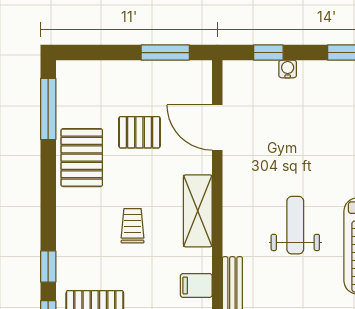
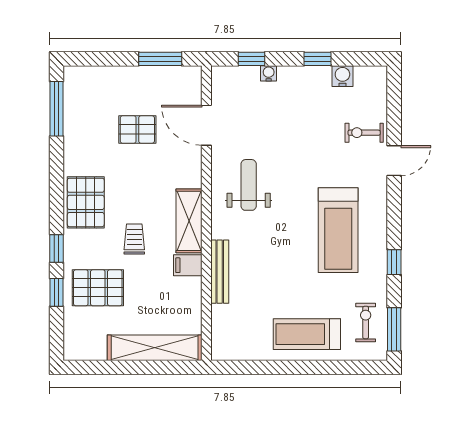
pallet: (82, 158) -> (86, 202), moved
shelving: (198, 211) -> (189, 221), moved
weight bench: (295, 225) -> (249, 185), moved
trolley: (133, 226) -> (134, 239), moved

